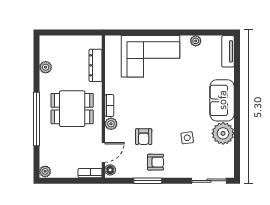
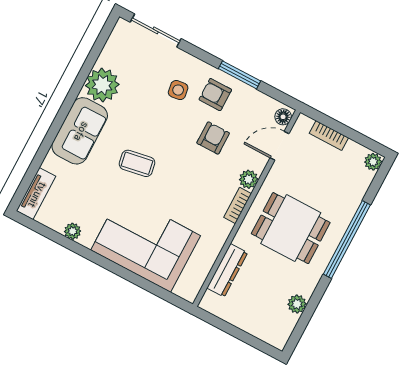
coffee table: (179, 99) -> (137, 163), added
side table: (187, 138) -> (178, 90), moved
bookcase: (90, 173) -> (329, 136), moved

